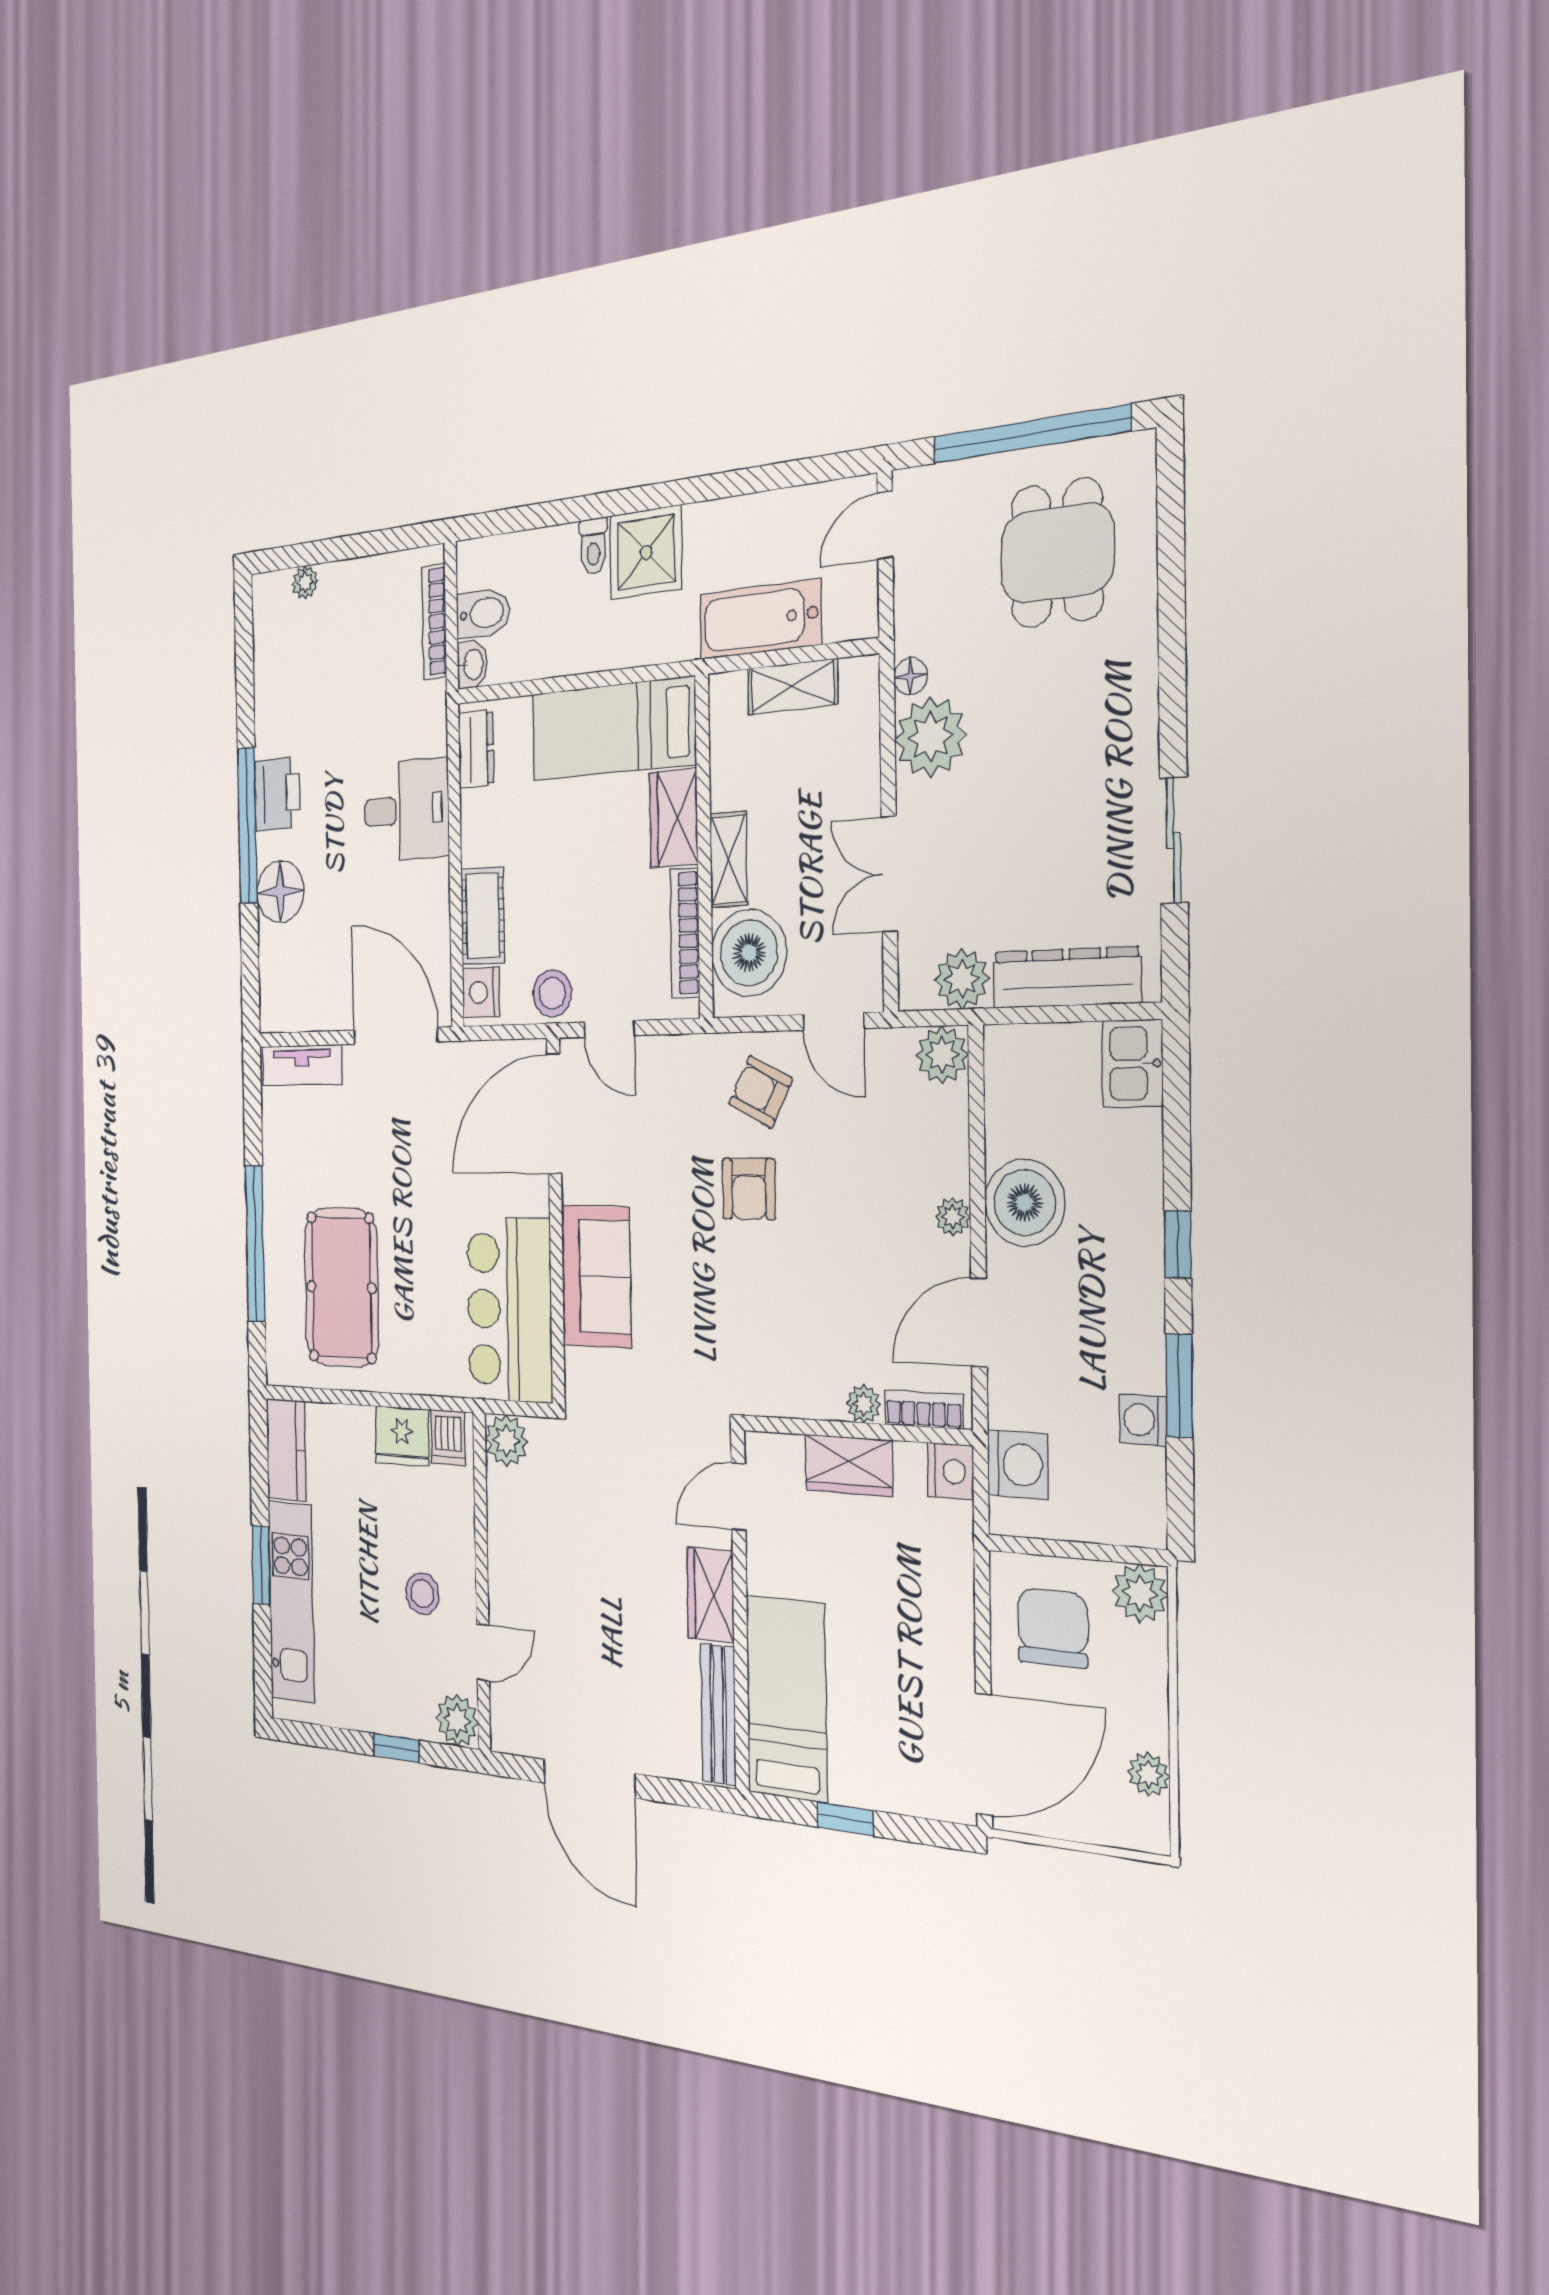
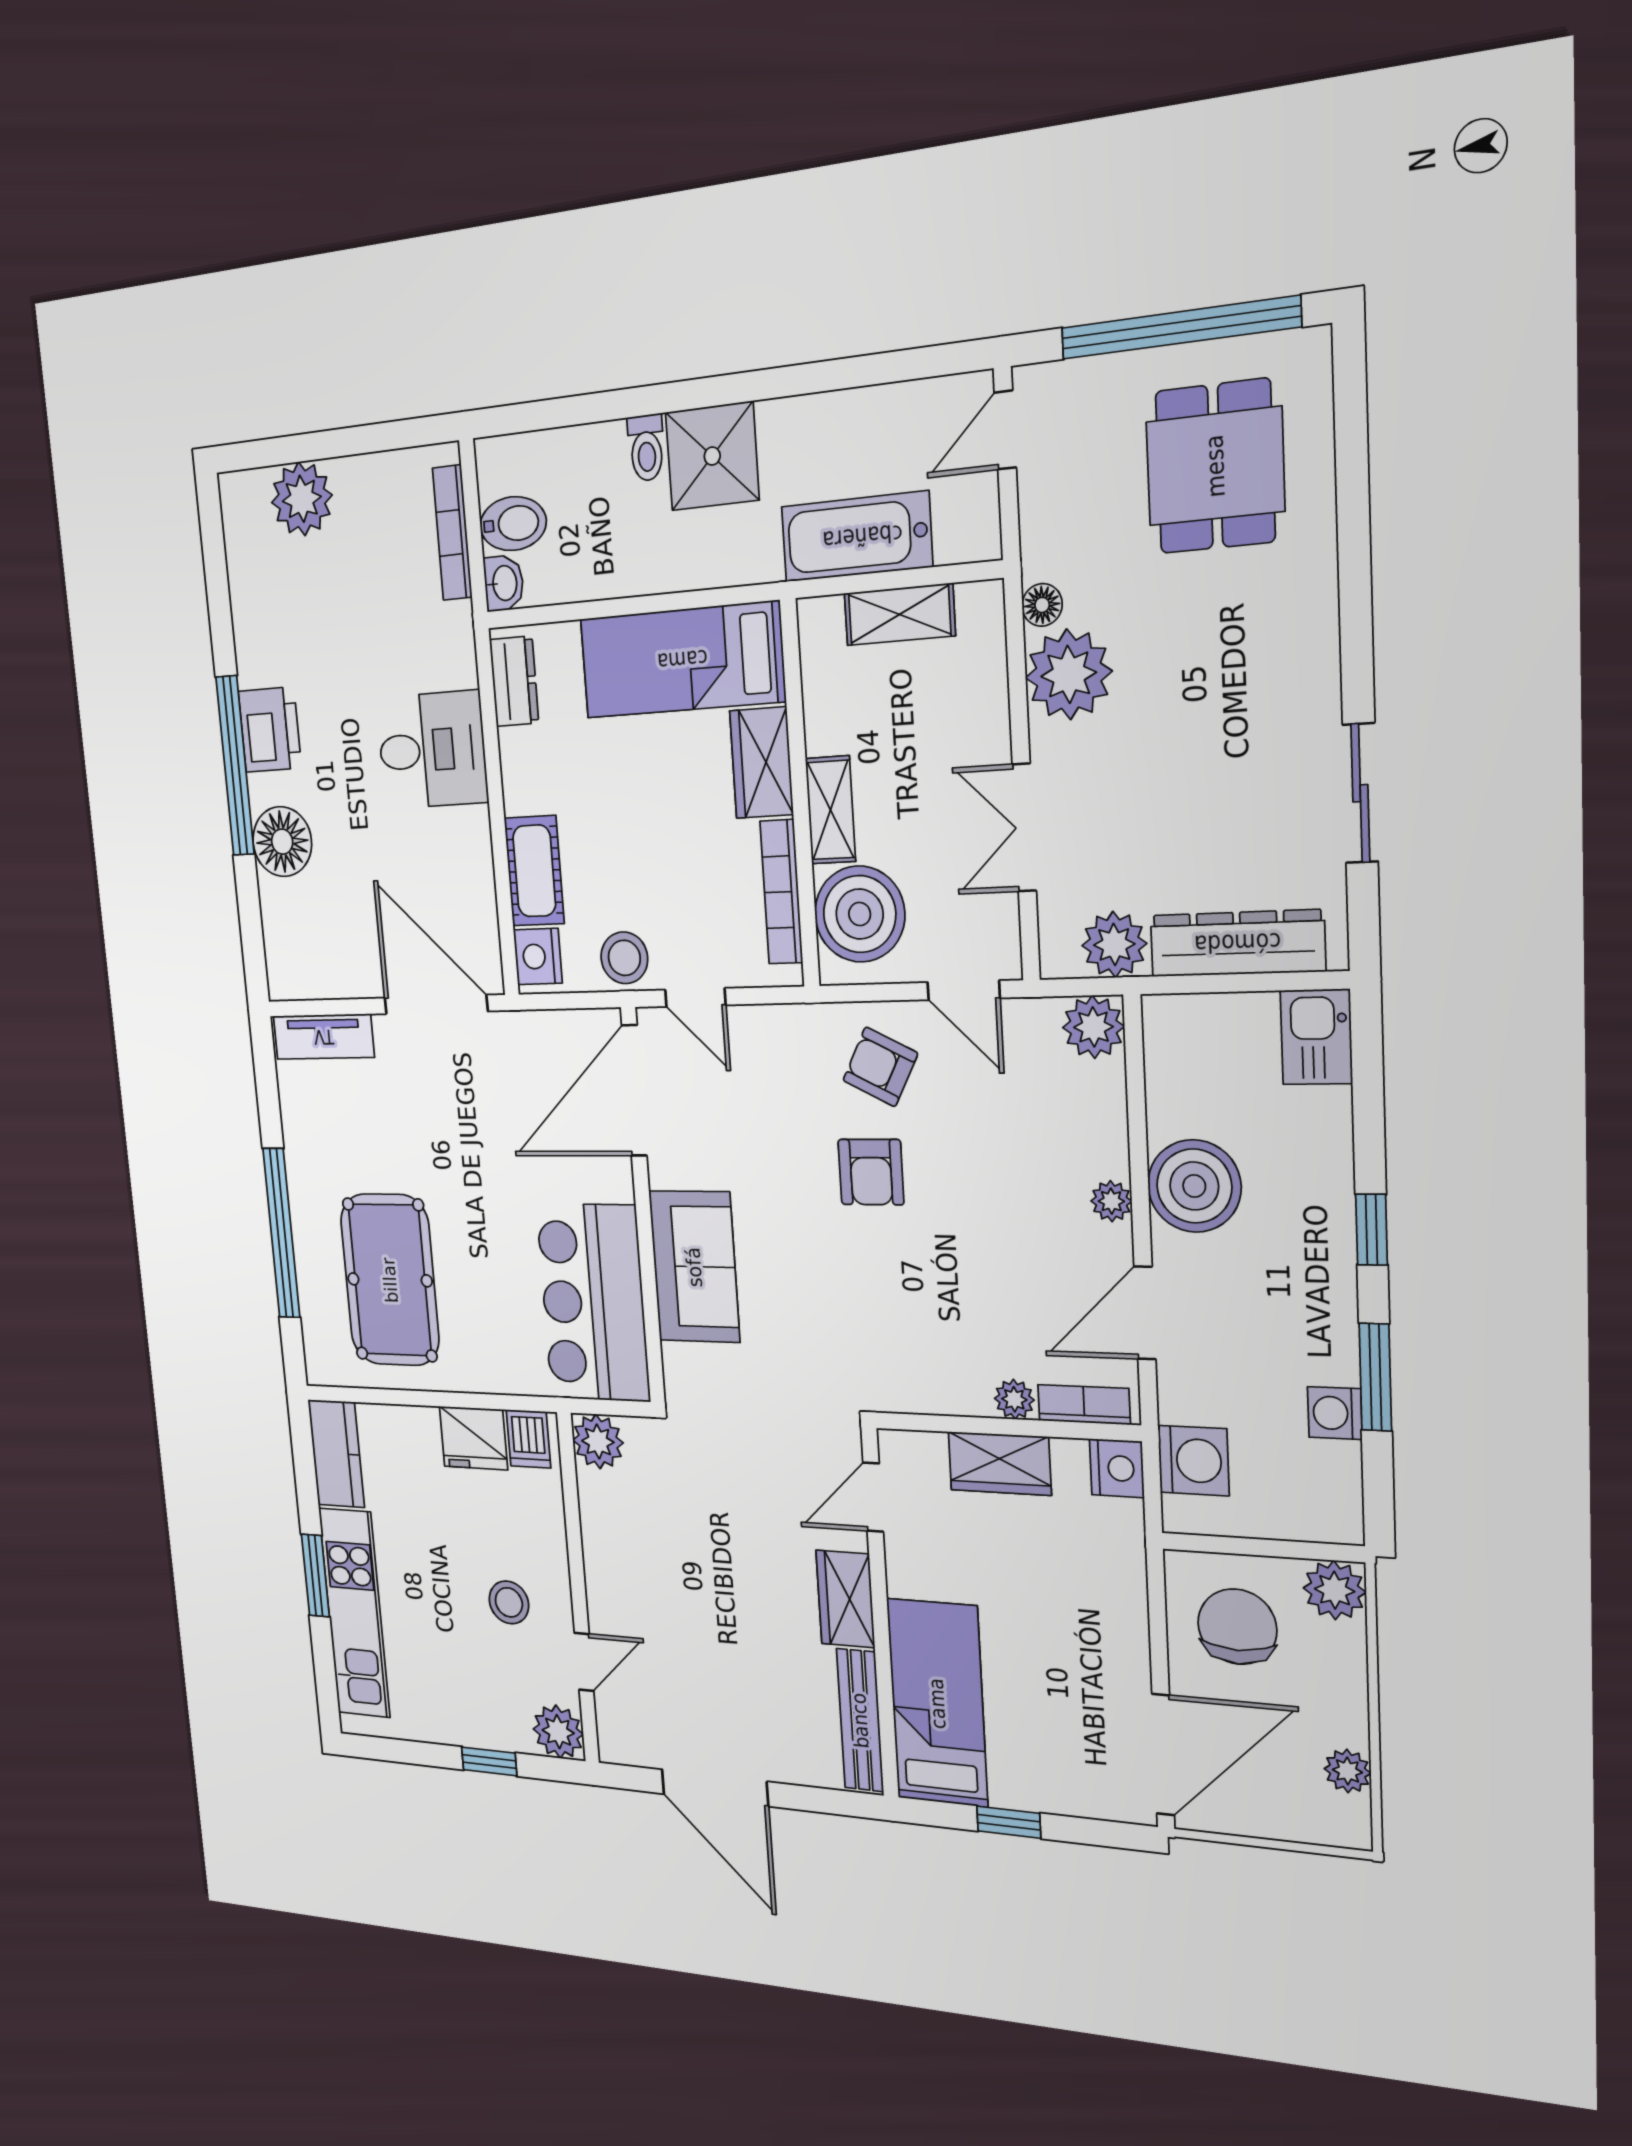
plant: (305, 582) -> (302, 499), width x1.88, depth x1.88

